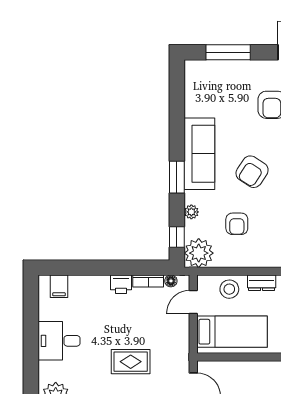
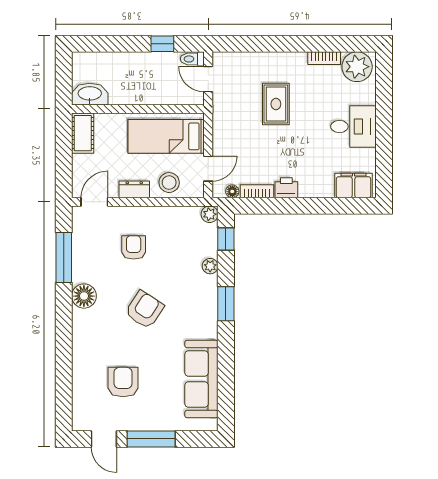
window: (228, 52) -> (151, 439), moved
sofa: (199, 154) -> (201, 379), moved
armchair: (237, 224) -> (134, 247), moved
plant: (199, 253) -> (210, 214), width x0.53, depth x0.53
filing cabinet: (59, 286) -> (354, 186), width x2.00
rug: (131, 362) -> (276, 104), turned 90

